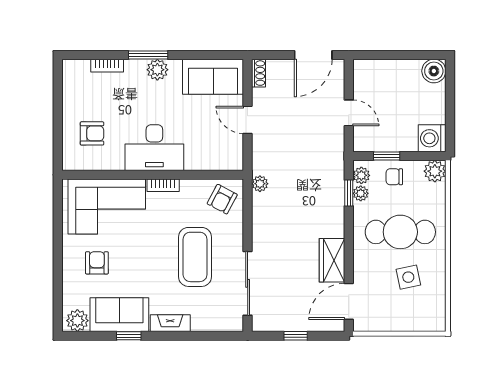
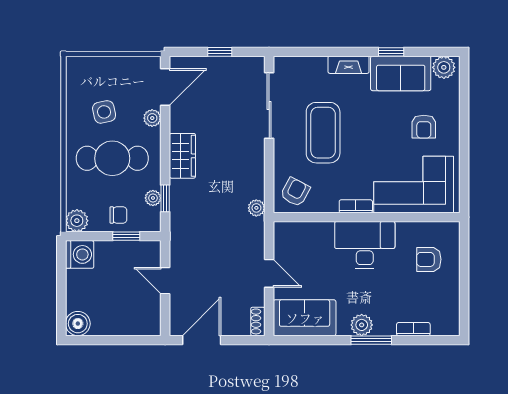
plant: (361, 175) -> (152, 118), moved
wardrobe: (332, 260) -> (182, 156), moved

